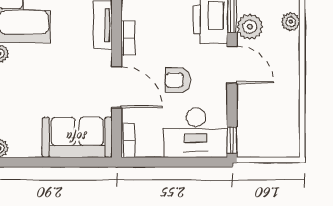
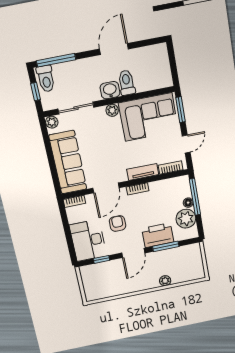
plant: (250, 27) -> (158, 258), removed
sofa: (77, 137) -> (68, 162), width x1.36
window: (232, 140) -> (101, 259), moved

